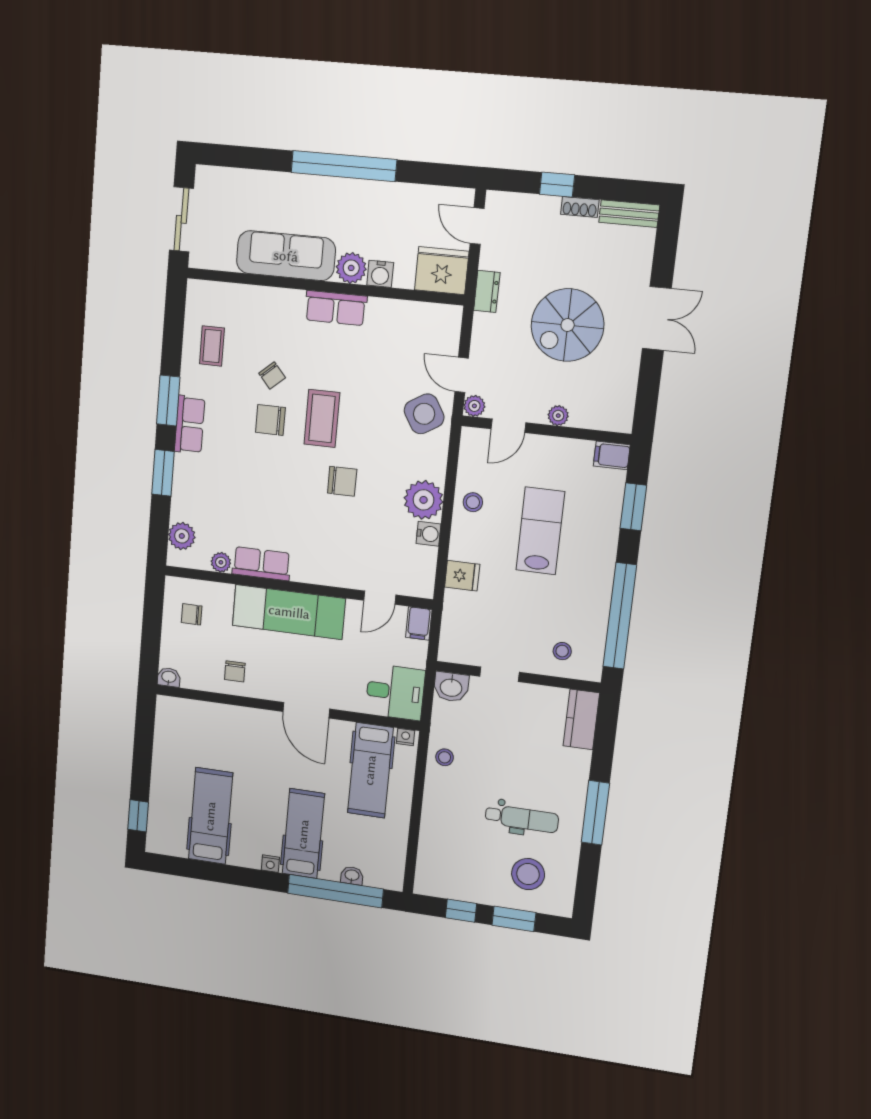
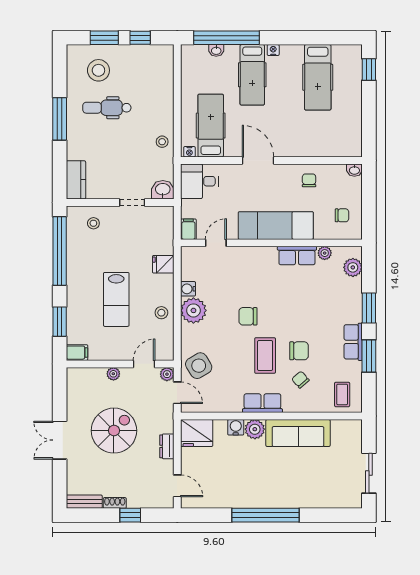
sofa: (286, 256) -> (298, 433), moved
plant: (351, 268) -> (255, 429), moved
fridge: (442, 271) -> (197, 433), moved
water cooler: (380, 274) -> (236, 427), moved
wall: (324, 286) -> (271, 416), moved
row of seats: (336, 308) -> (262, 403), moved

